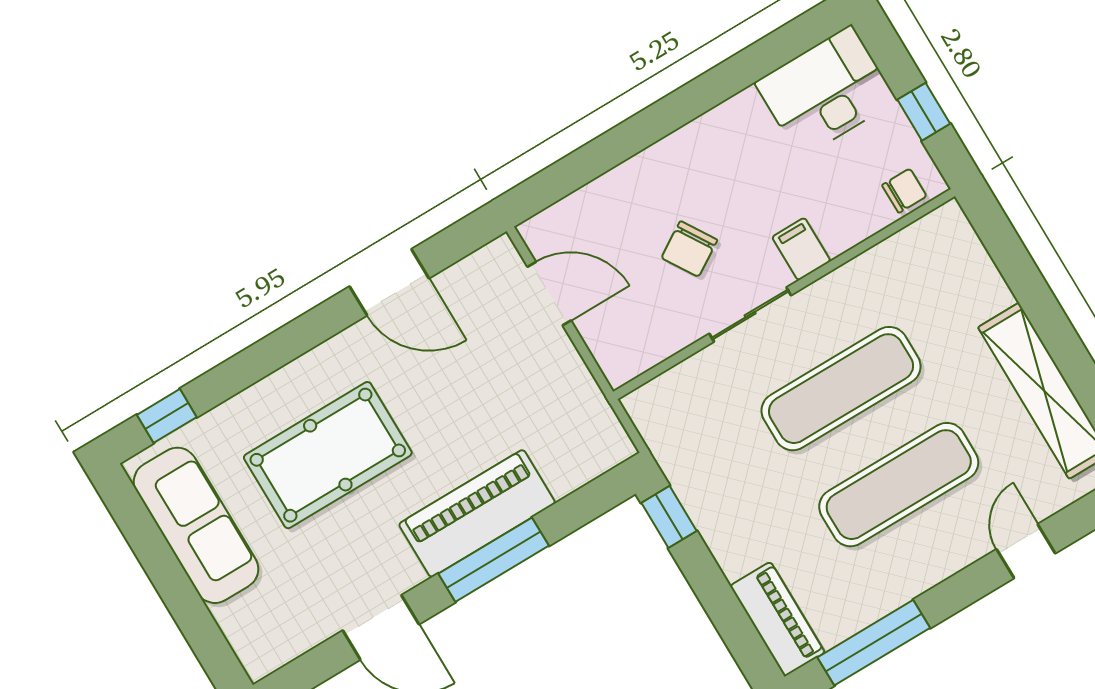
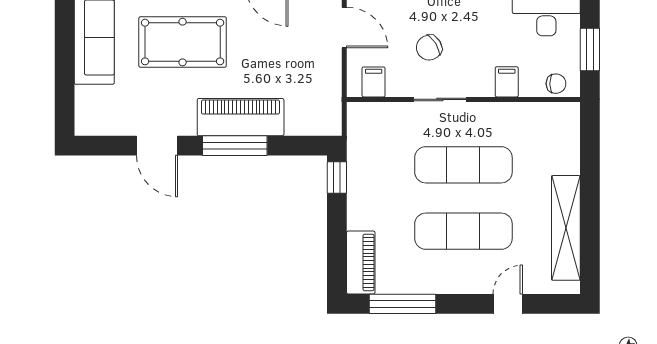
window: (924, 112) -> (590, 49), width x1.50
filing cabinet: (801, 249) -> (507, 82), moved
filing cabinet: (639, 347) -> (374, 82), added

